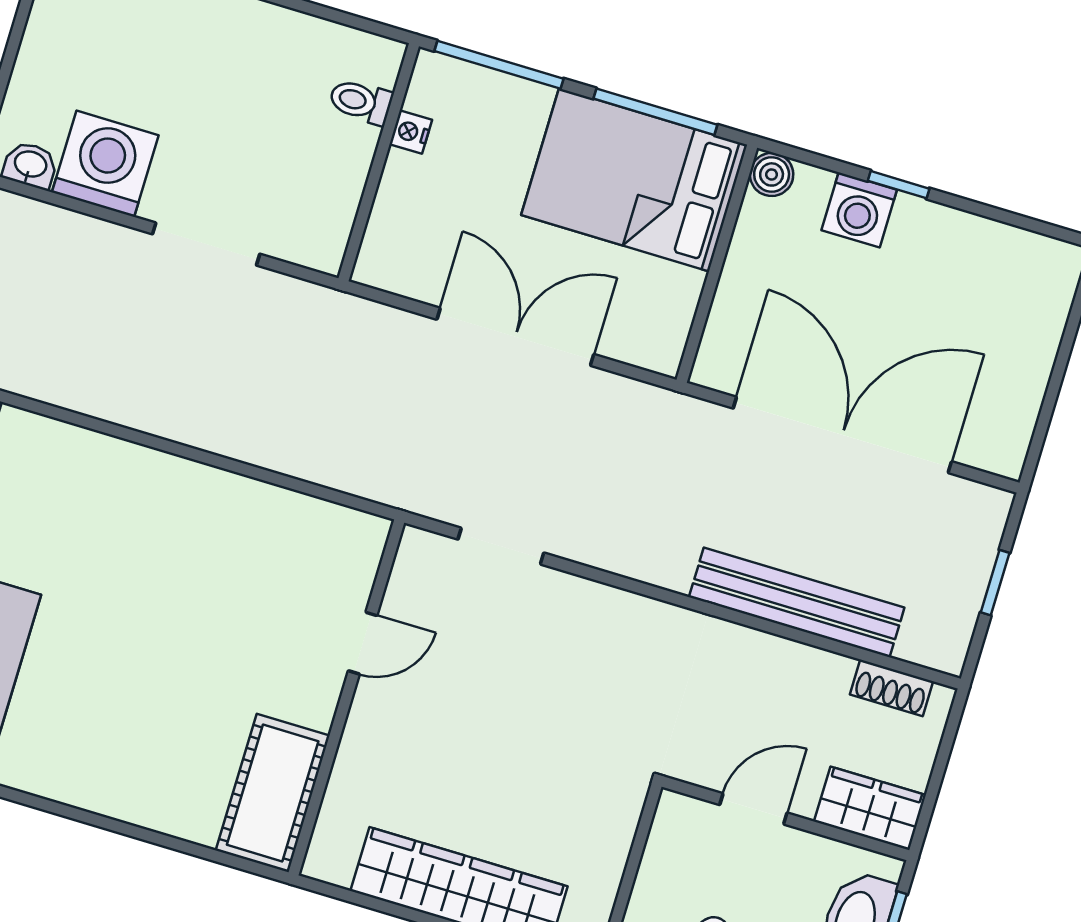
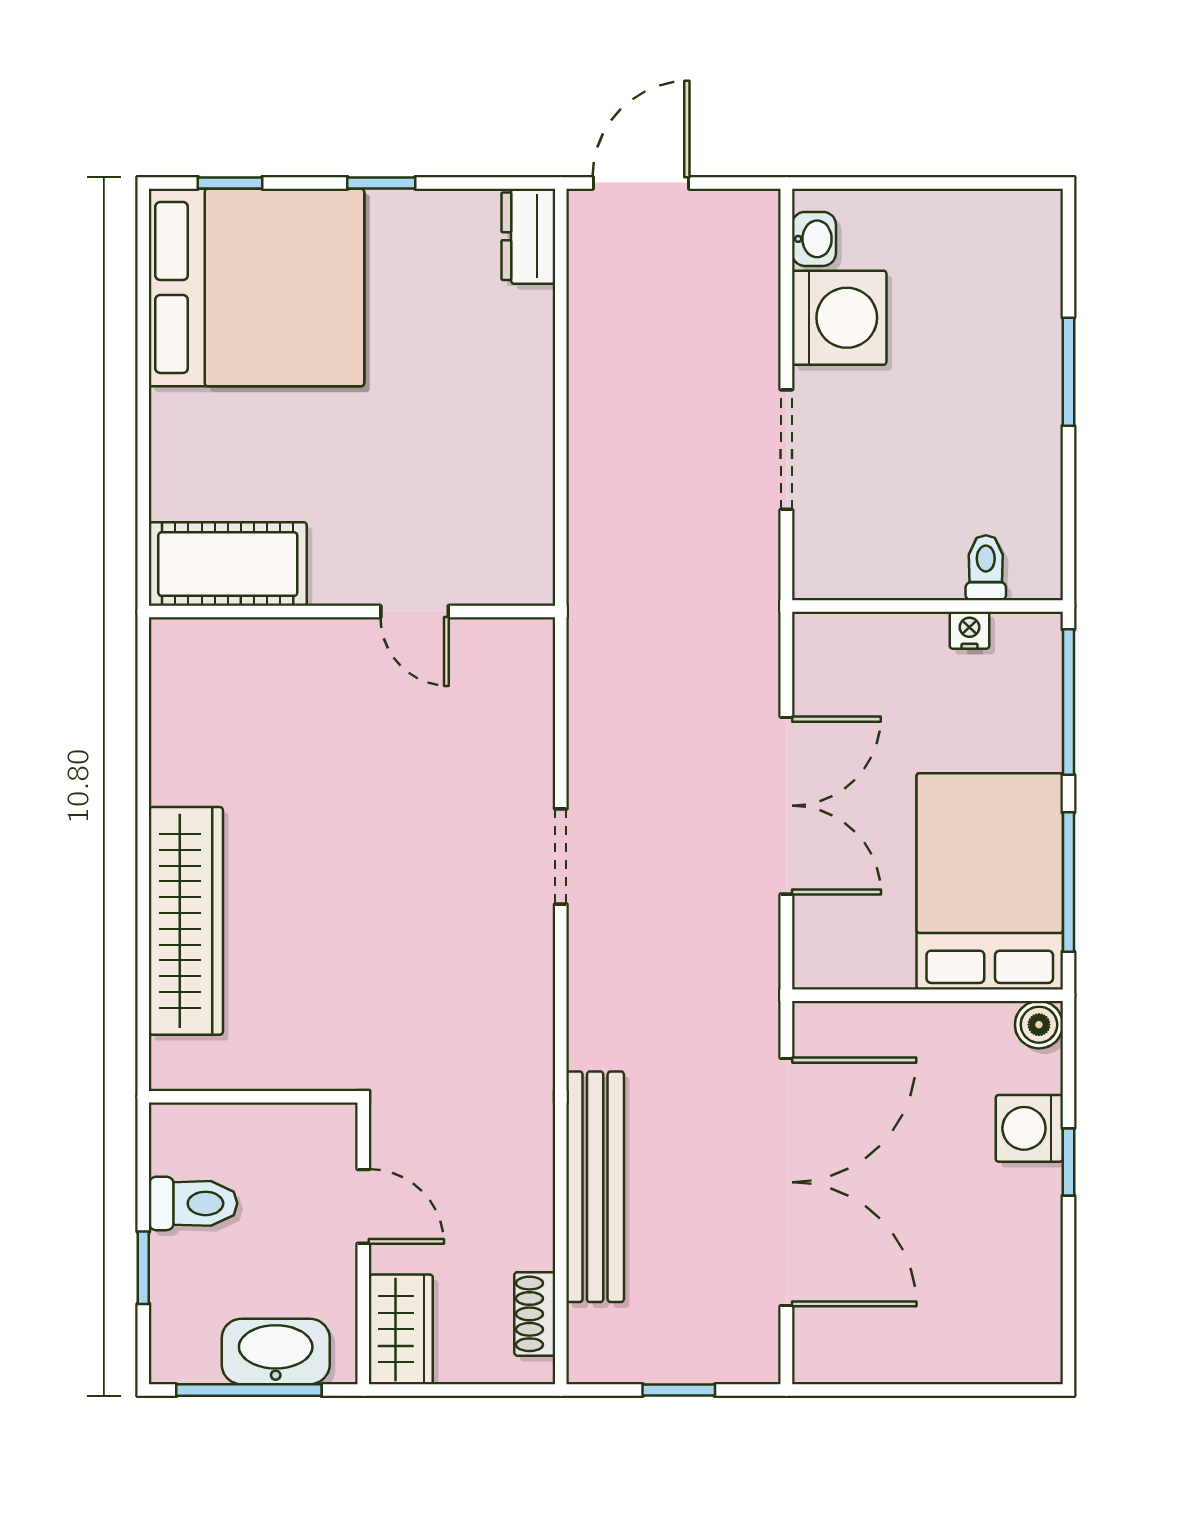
door: (363, 643) -> (415, 612), moved
wall: (346, 697) -> (352, 612), moved
cot: (273, 793) -> (228, 564), moved

